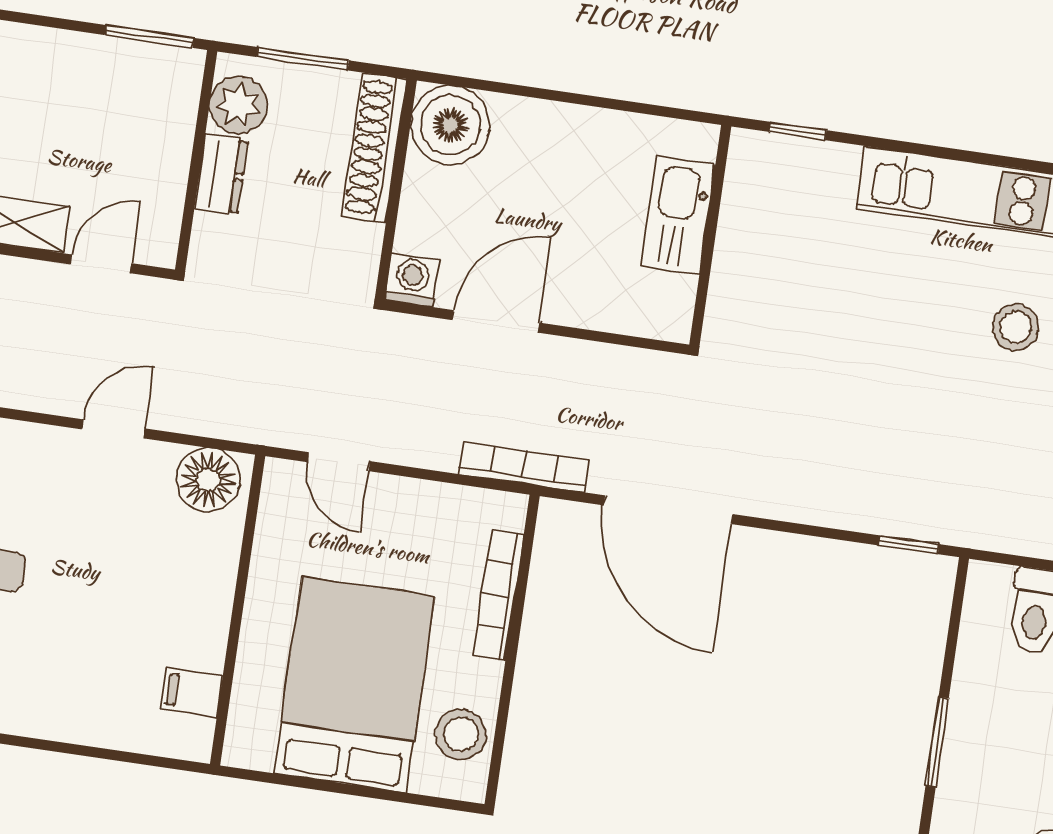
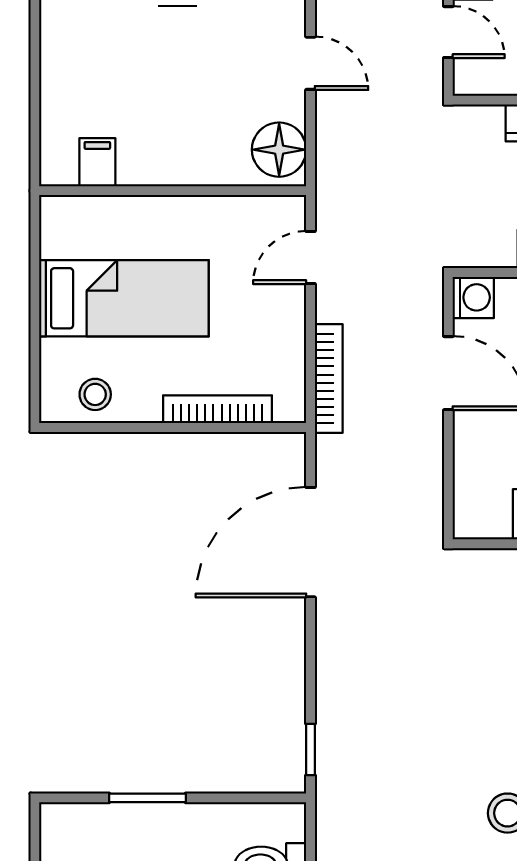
bookcase: (524, 467) -> (329, 379), moved
bed: (354, 685) -> (124, 298), width x0.67
stool: (461, 734) -> (95, 394), width x0.73, depth x0.73

